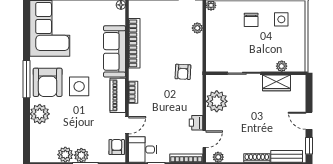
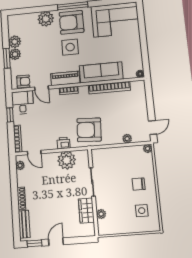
armchair: (183, 72) -> (89, 130), width x1.88, depth x1.88
printer: (196, 123) -> (64, 143), moved

